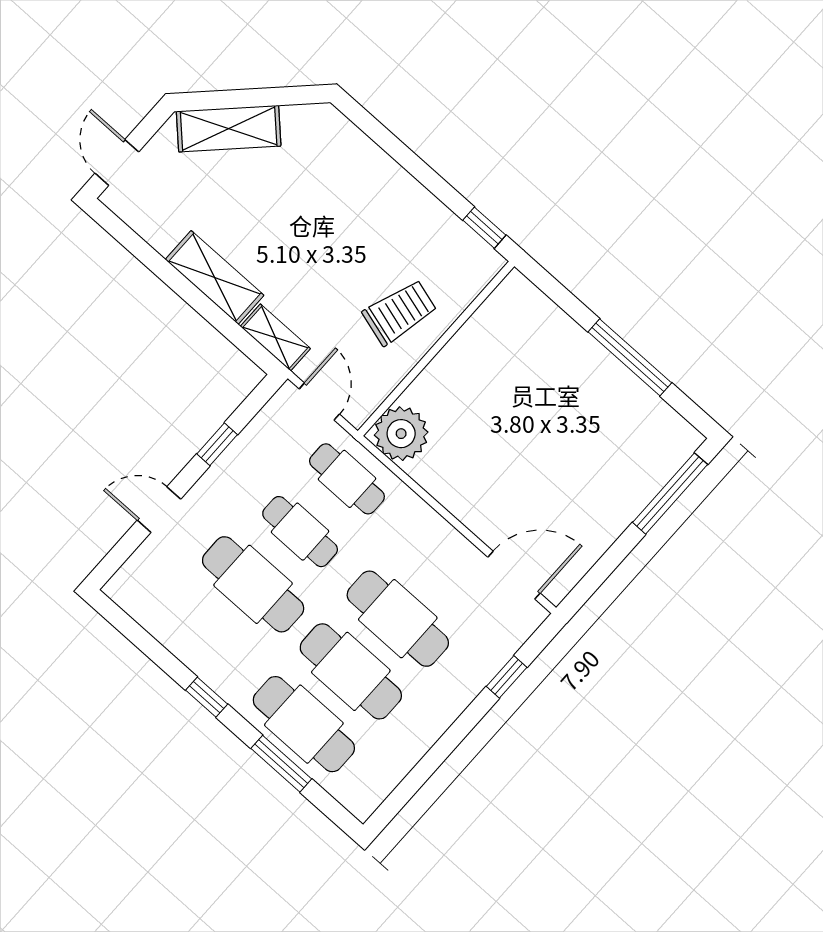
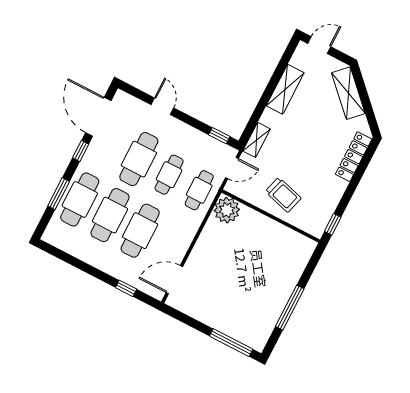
locker: (359, 151) -> (354, 157), added
shelving: (215, 277) -> (285, 89), moved
window: (217, 444) -> (219, 136), moved
door: (514, 575) -> (174, 280), swing flipped
door: (147, 644) -> (98, 117), added

